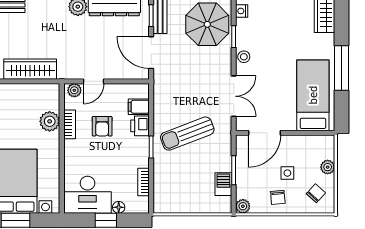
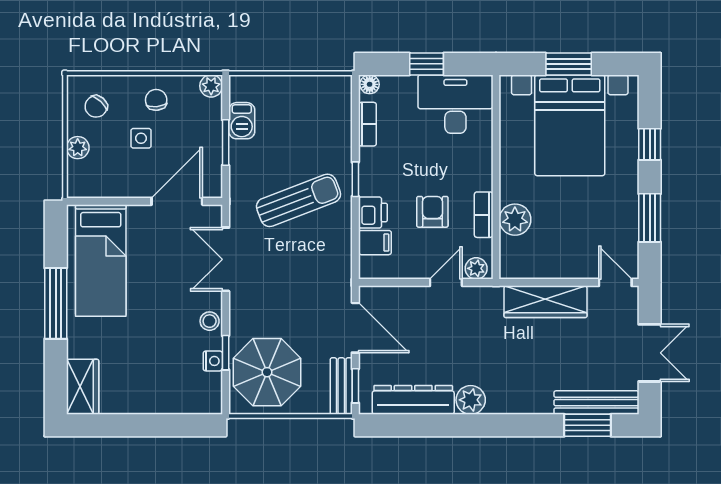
nightstand: (242, 11) -> (213, 361), moved
floor lamp: (119, 207) -> (370, 84), moved

